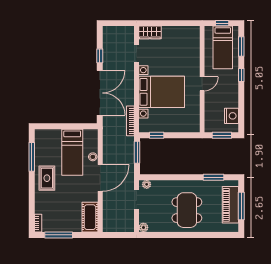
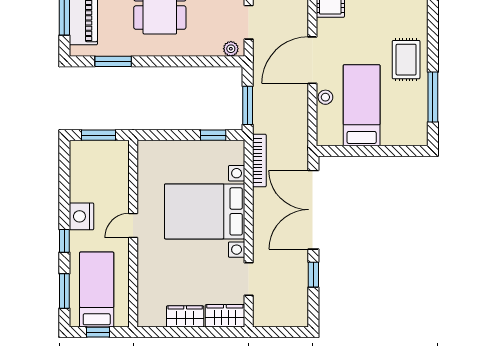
wardrobe: (173, 32) -> (185, 316), added
nightstand: (232, 116) -> (81, 216), moved

